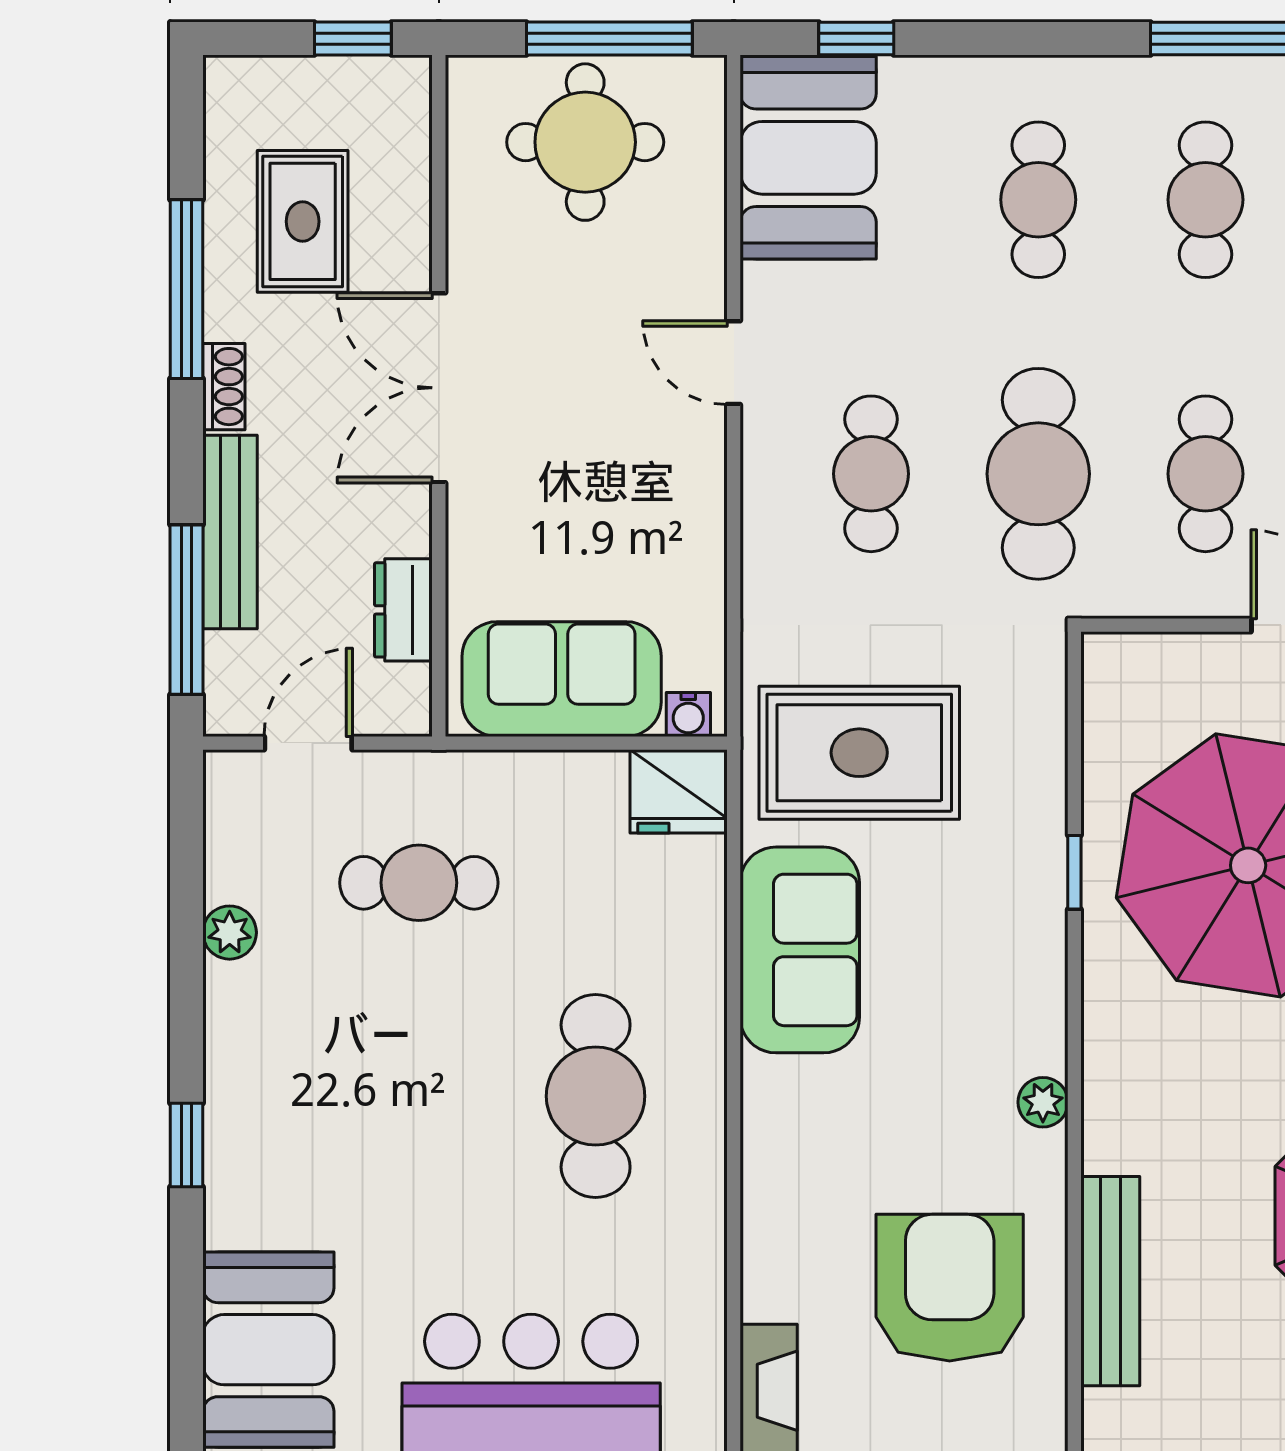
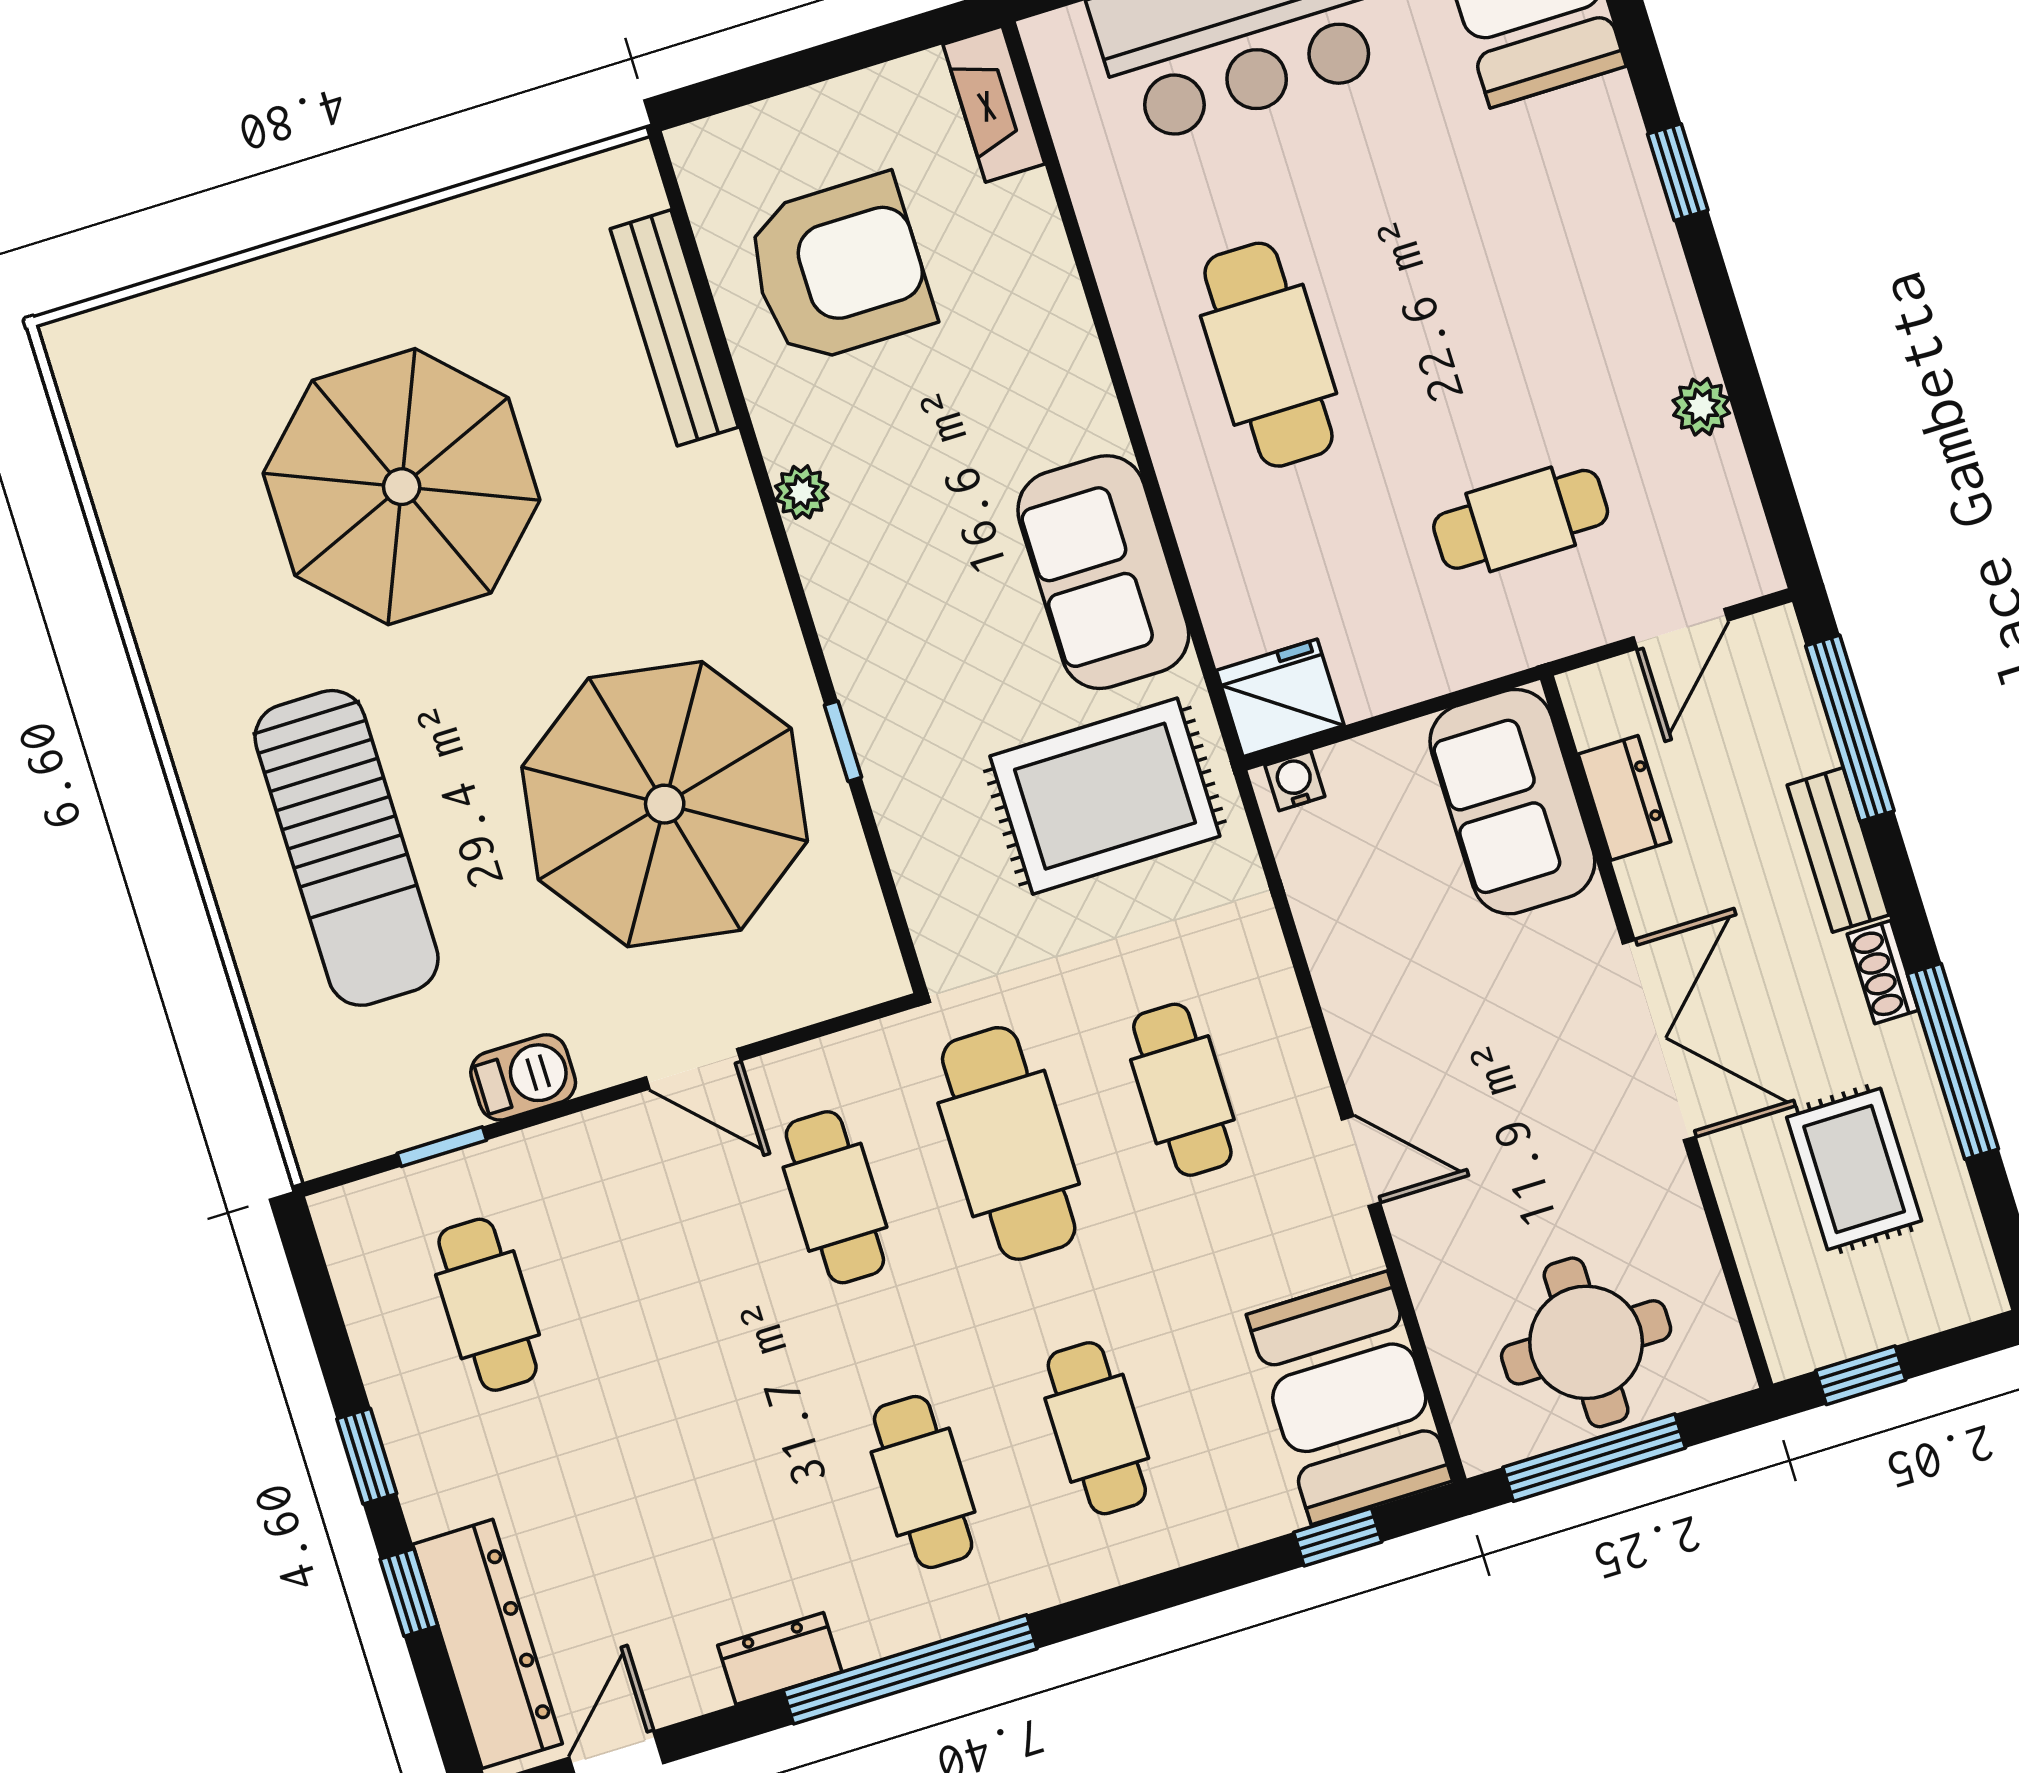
bench: (230, 532) -> (1838, 850), width x0.73
sofa: (562, 679) -> (1512, 802), moved, turned 90
armchair: (950, 1288) -> (839, 269), turned -90

